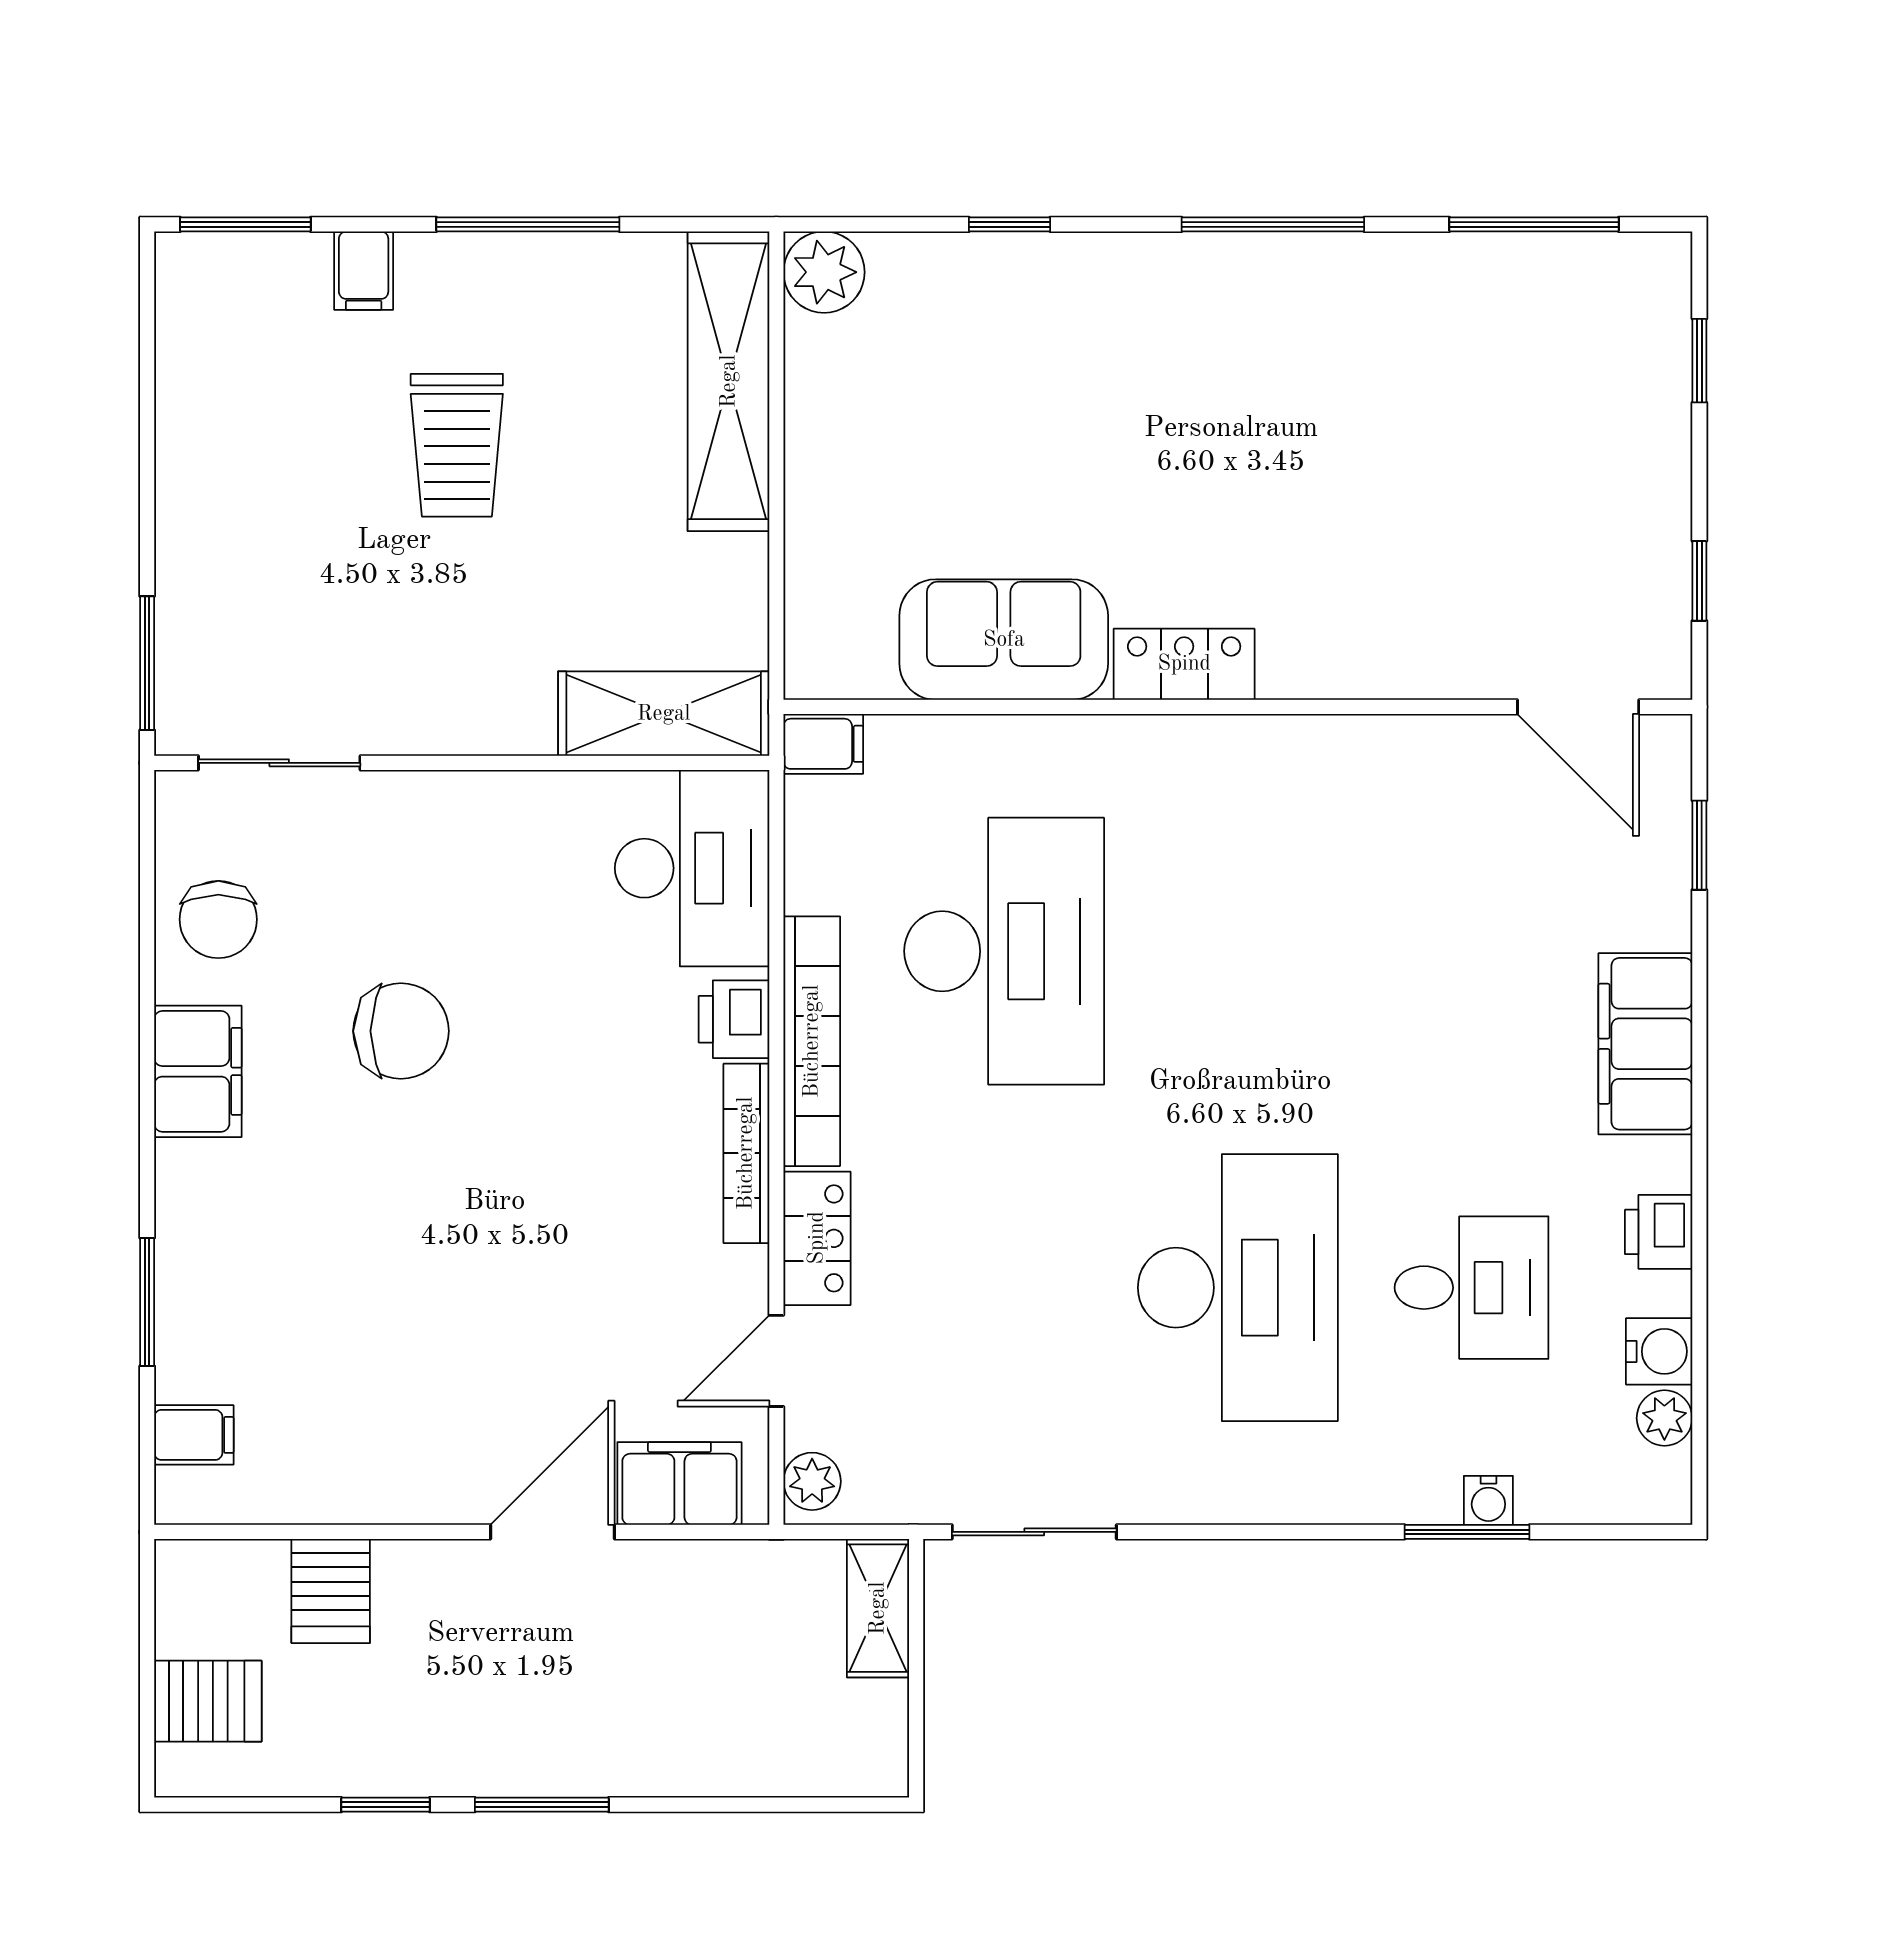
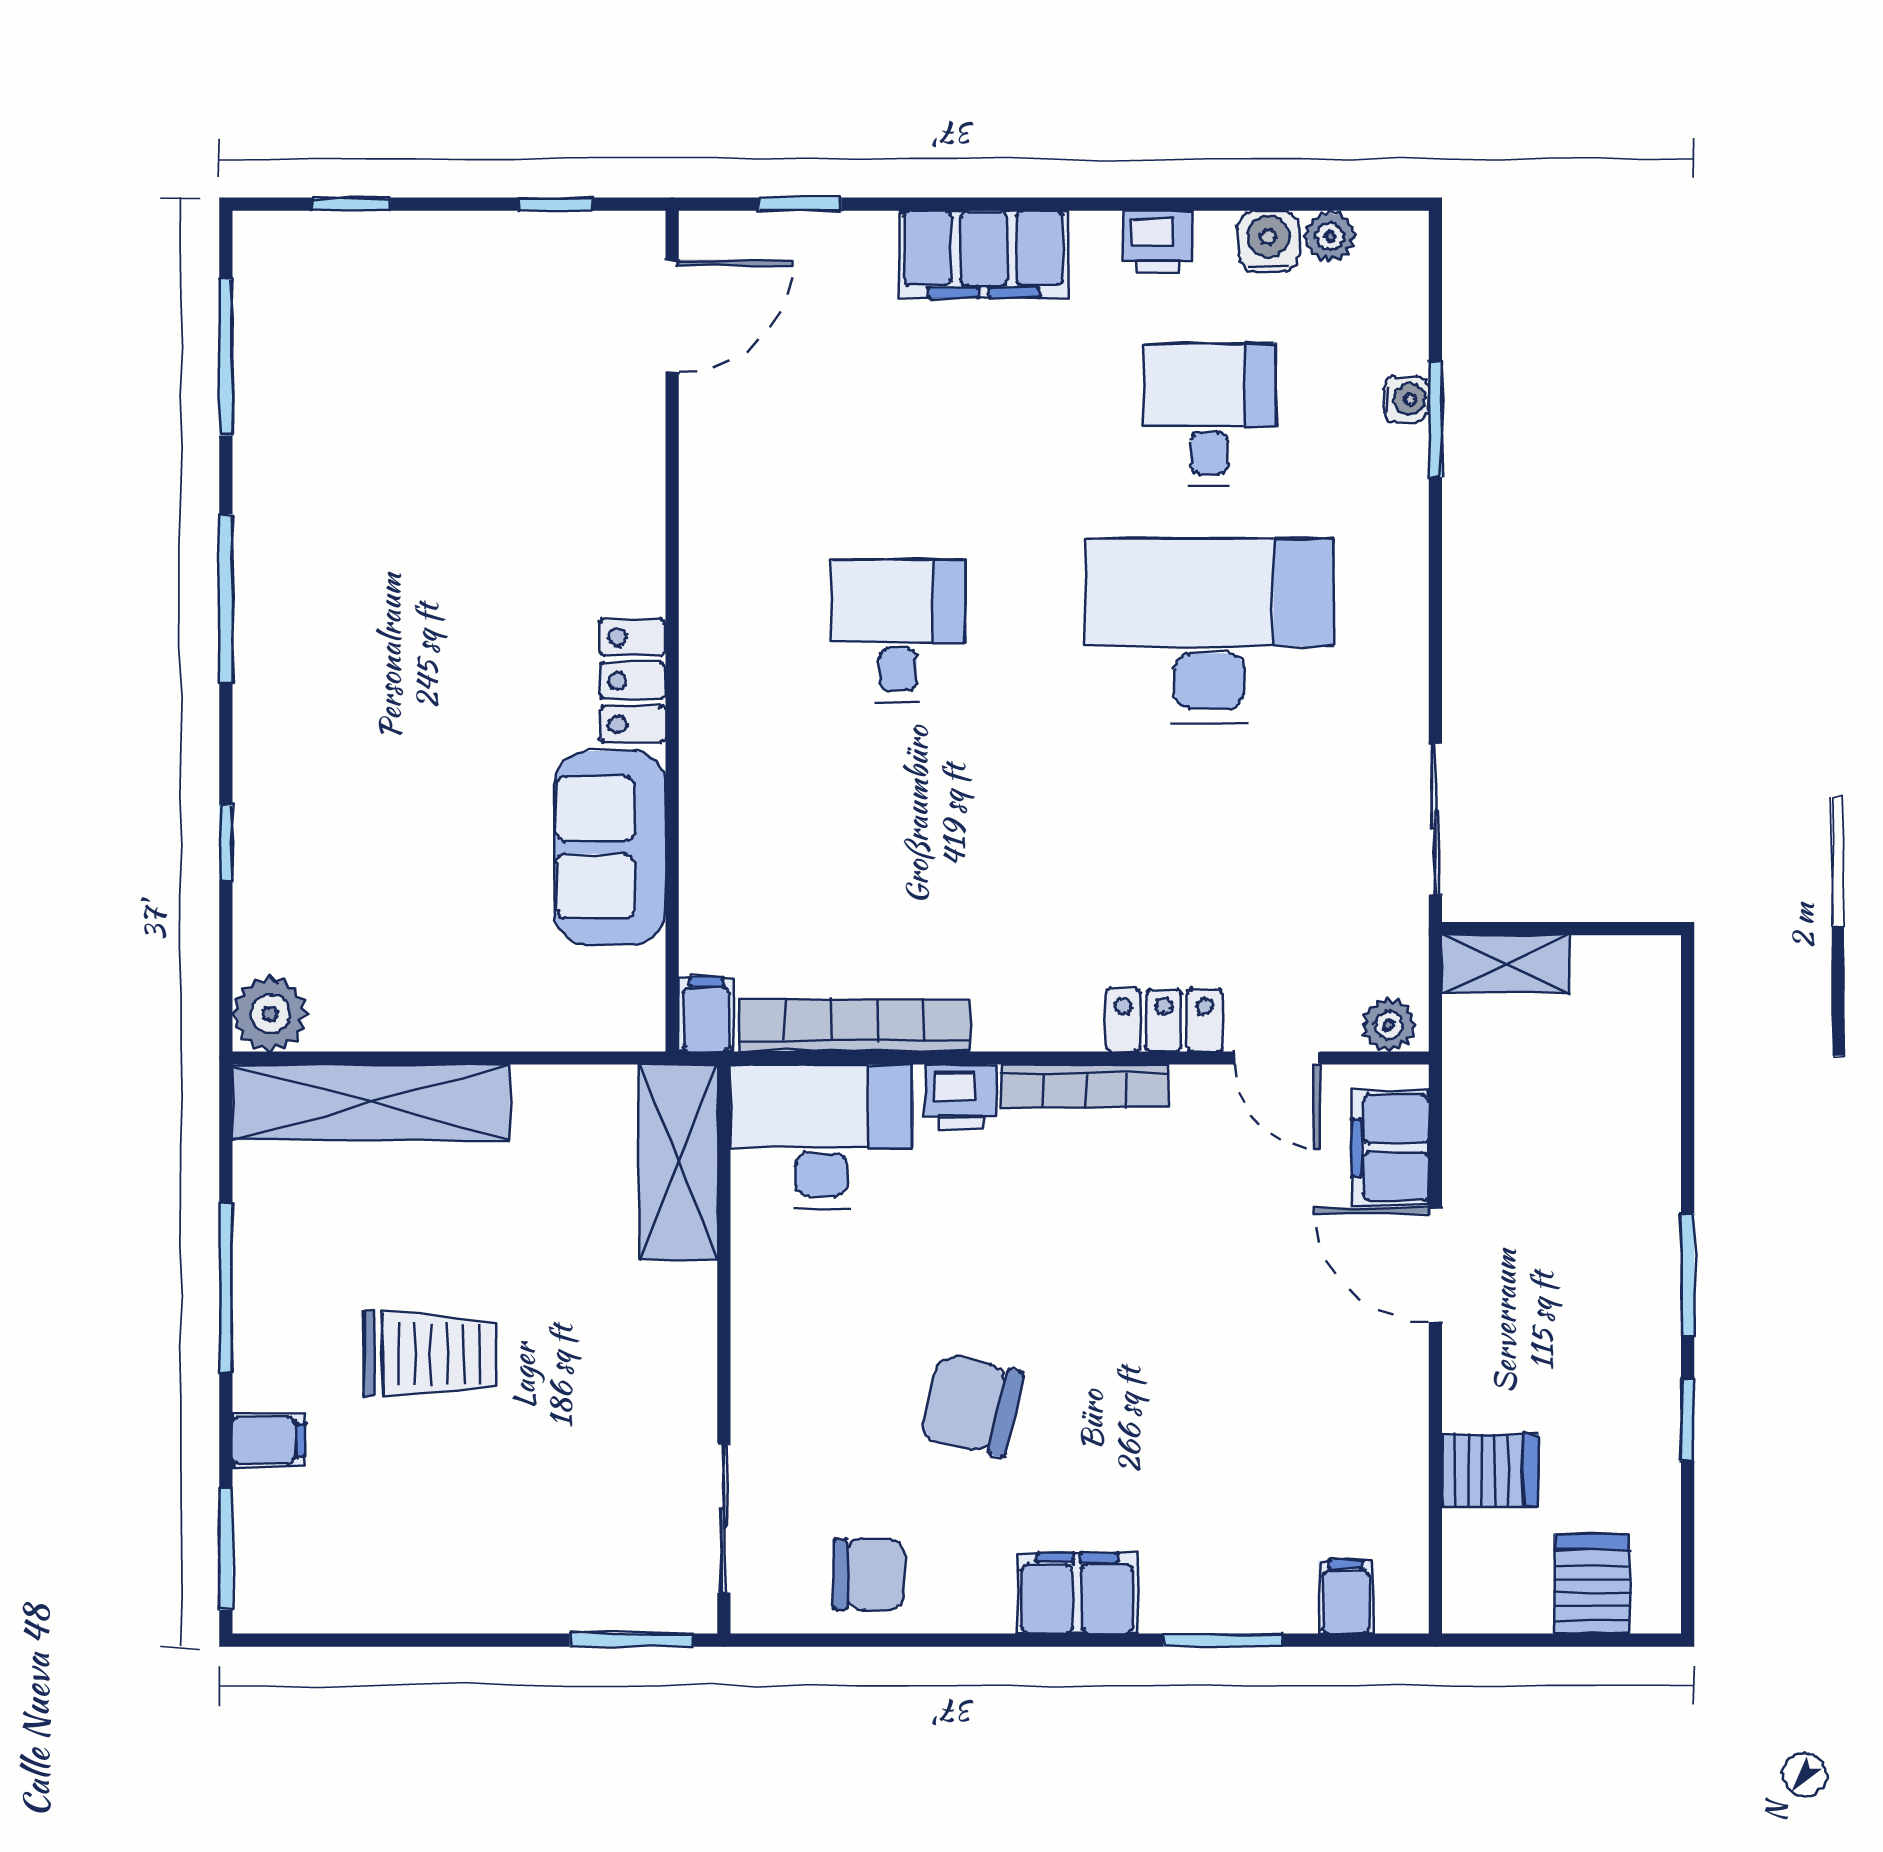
desk: (1004, 951) -> (898, 631), moved, width x0.53, depth x0.77
chair: (401, 1031) -> (972, 1405), turned -77
bookcase: (812, 1041) -> (855, 1025), moved
filing cabinet: (198, 1071) -> (1077, 1593), moved

